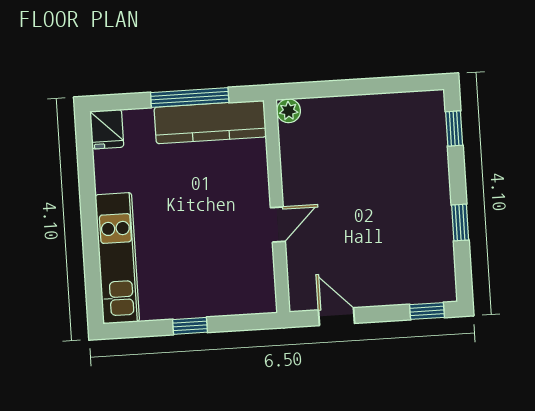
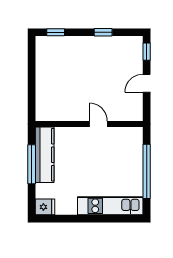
plant: (289, 111) -> (41, 115), removed
door: (336, 317) -> (147, 83), moved
window: (190, 326) -> (147, 171), width x3.17

